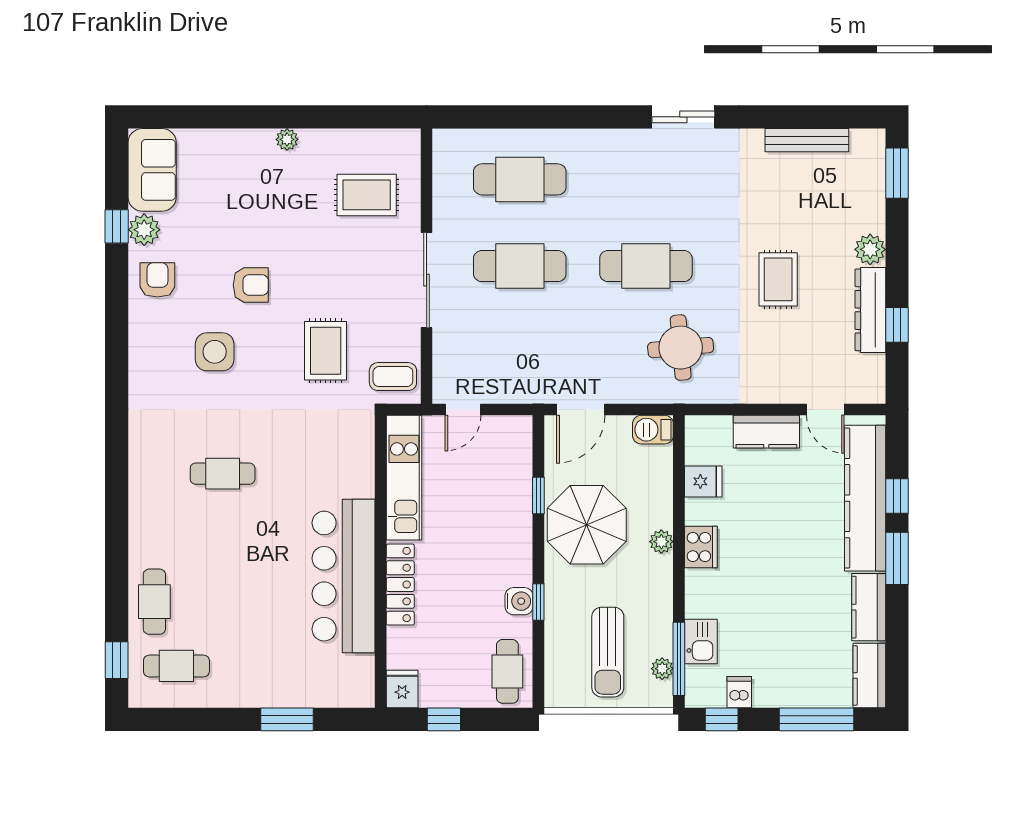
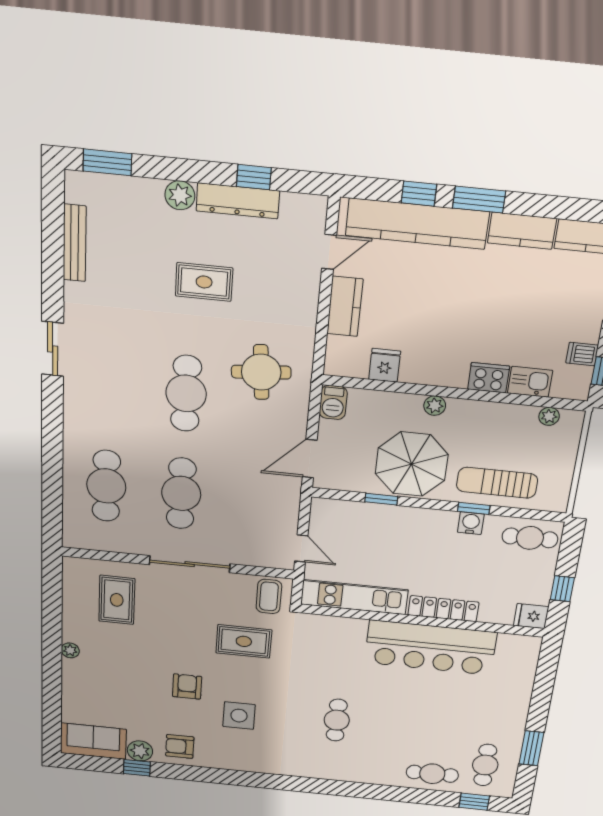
door: (581, 409) -> (310, 459), swing flipped
cooker: (701, 547) -> (489, 378), moved
sun lounger: (608, 652) -> (497, 483), moved, turned 180
window: (679, 659) -> (543, 402), removed
window: (287, 719) -> (531, 748), moved

